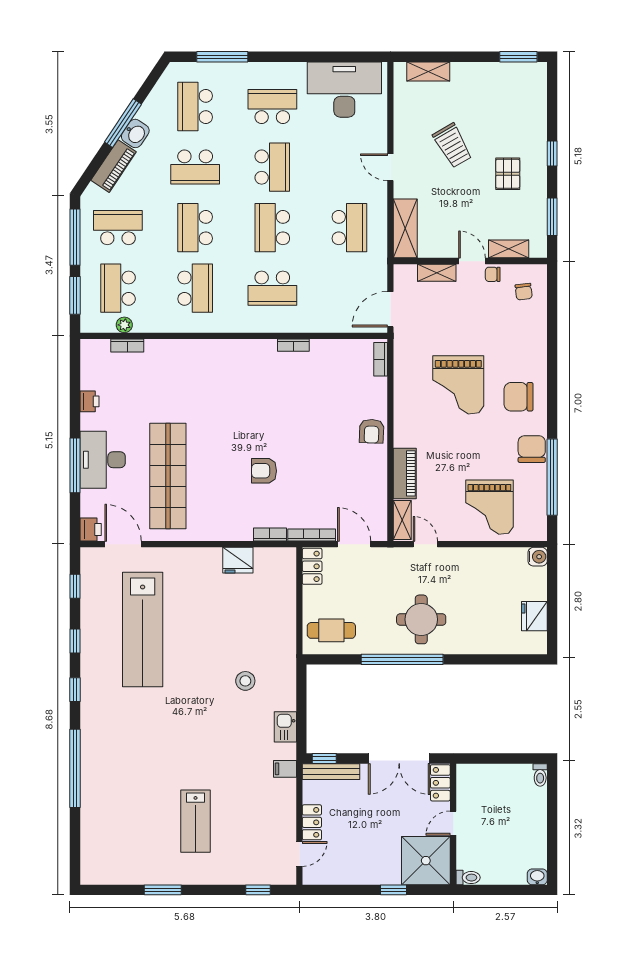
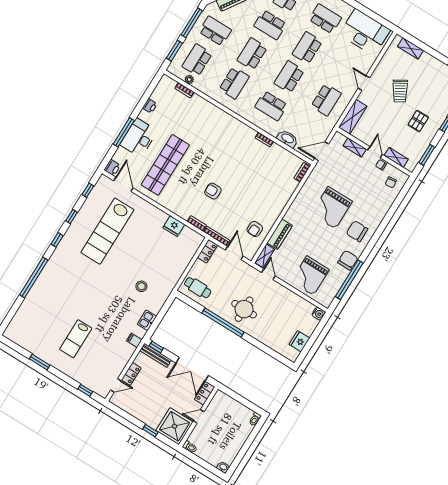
school desk: (272, 167) -> (307, 48), turned 180
washbasin: (327, 322) -> (287, 139), added
armchair: (372, 431) -> (255, 229), moved

